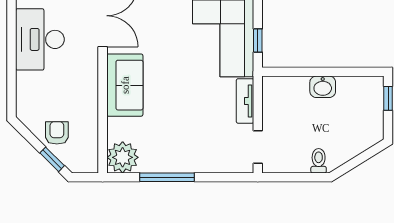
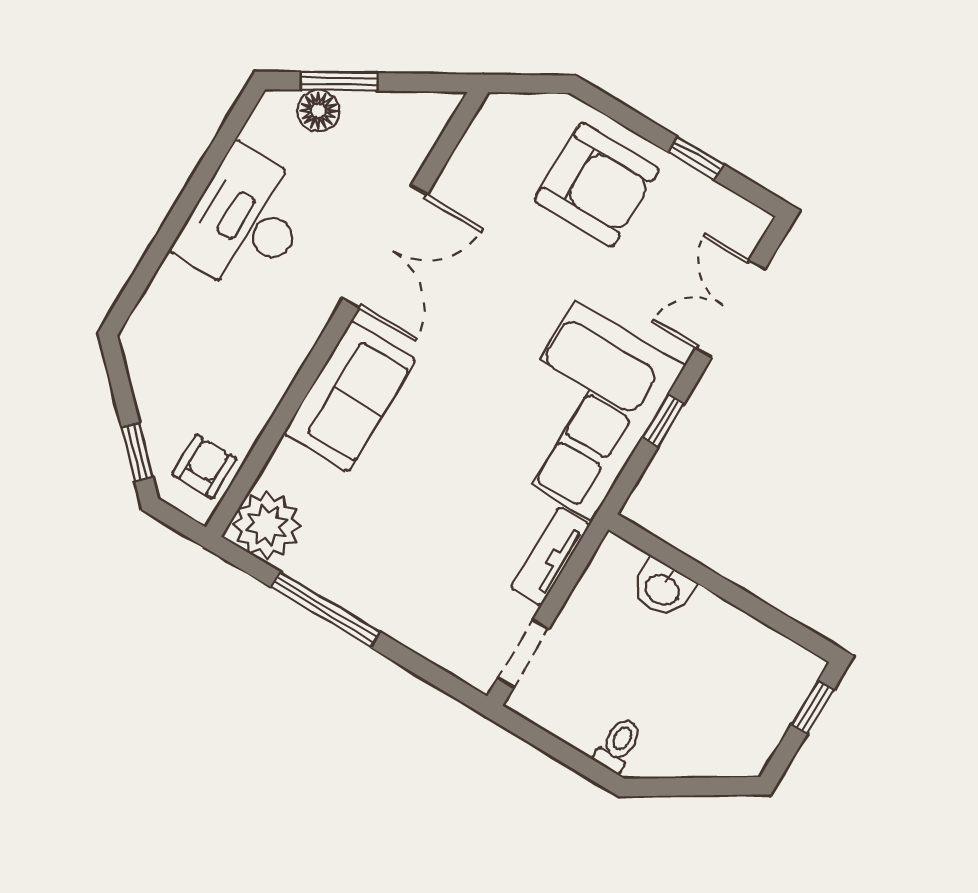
window: (258, 40) -> (663, 421), moved
washbasin: (323, 87) -> (663, 589), moved
armchair: (57, 133) -> (204, 466), moved

